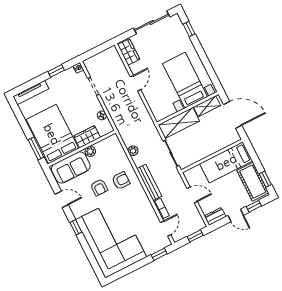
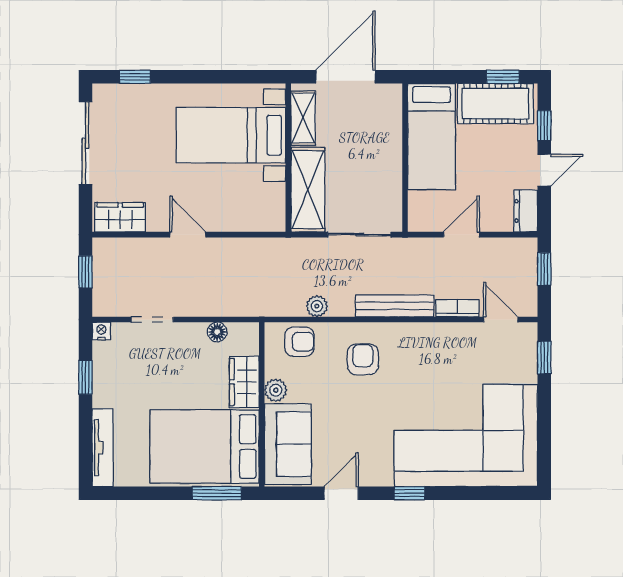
window: (99, 49) -> (85, 272), added
armchair: (99, 187) -> (299, 342), moved

